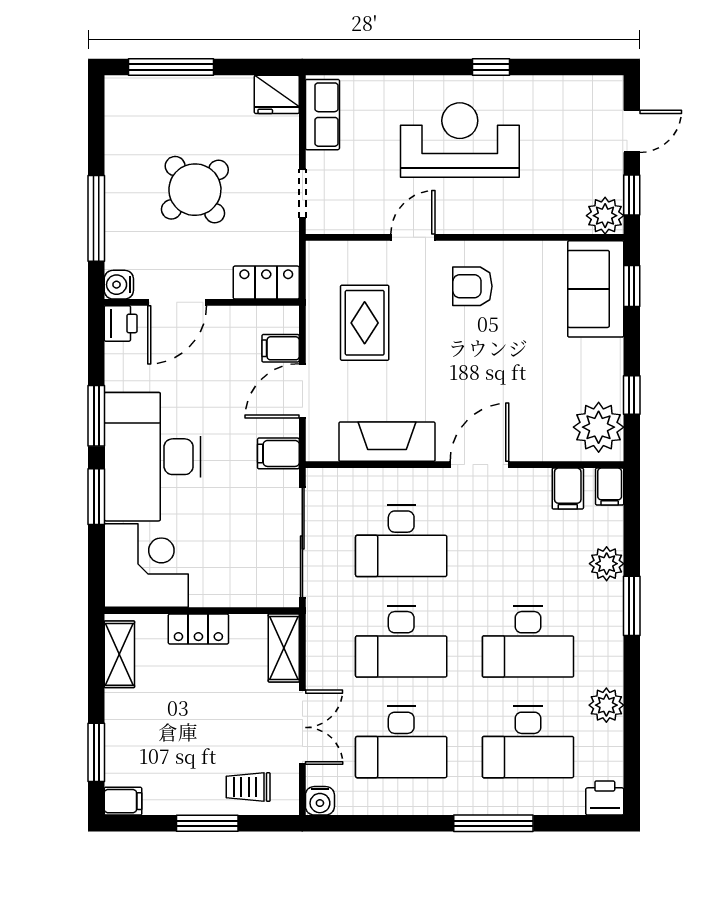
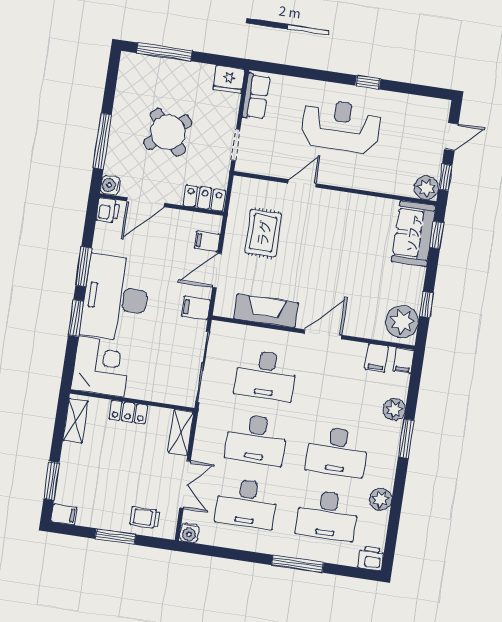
armchair: (472, 286) -> (335, 220), removed

